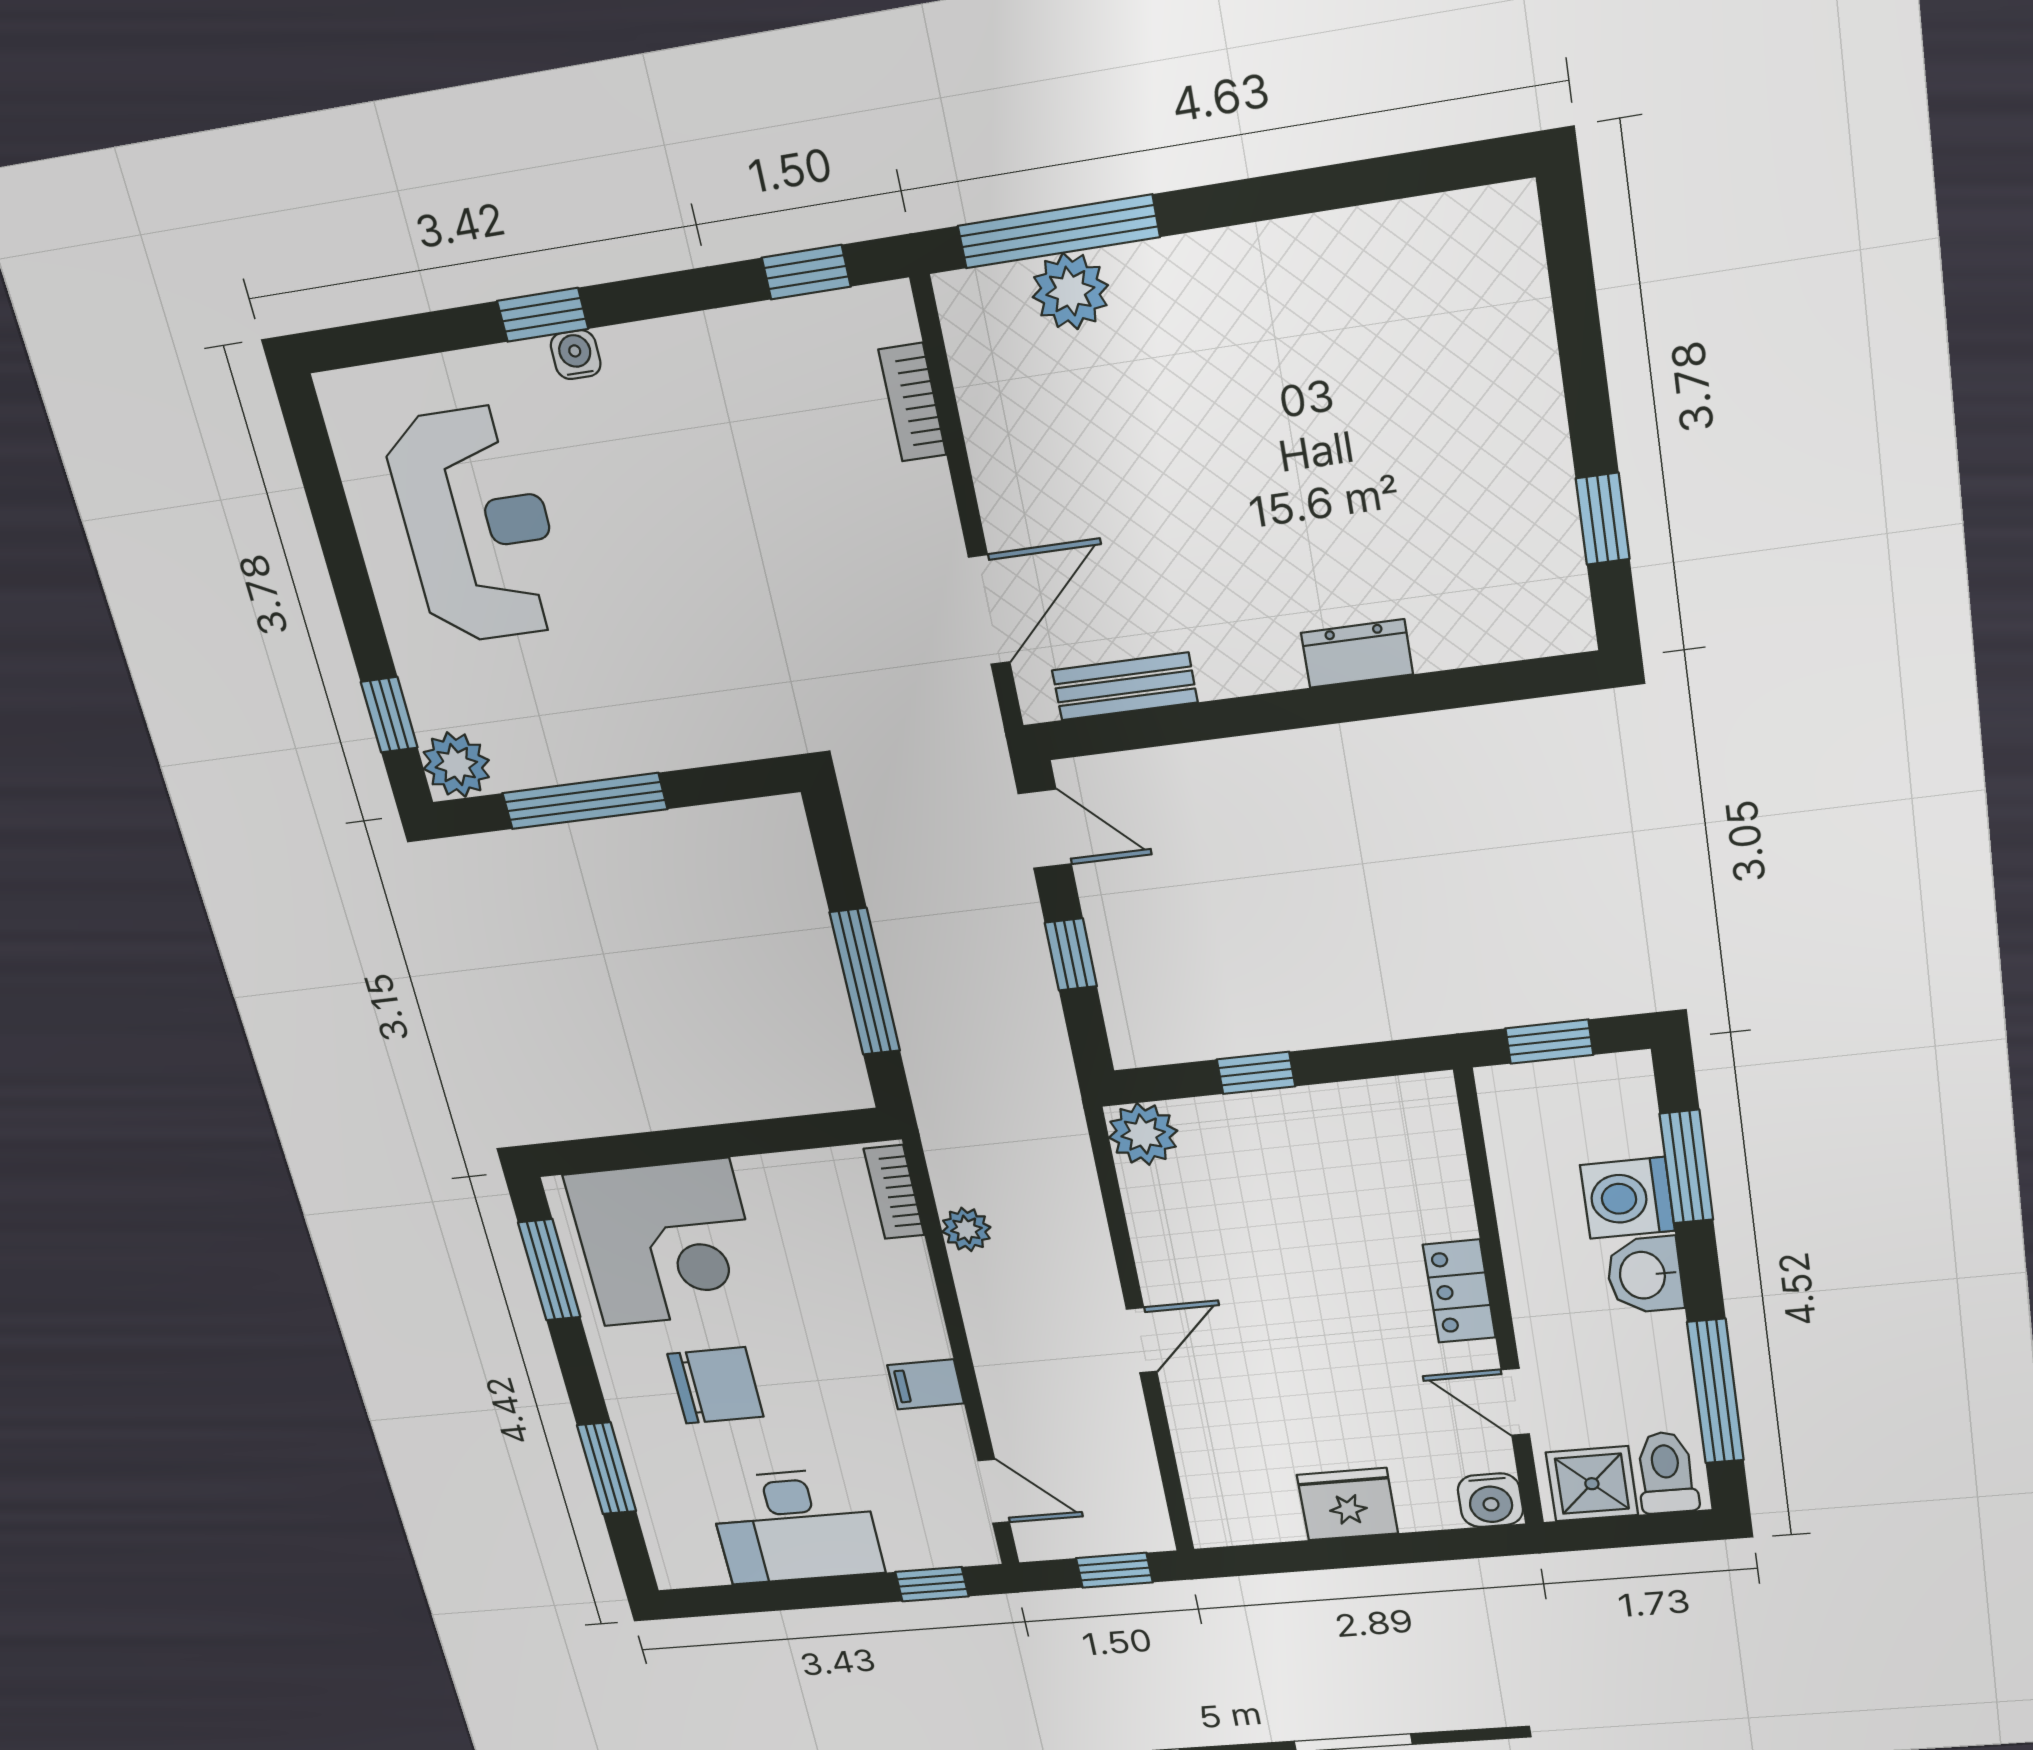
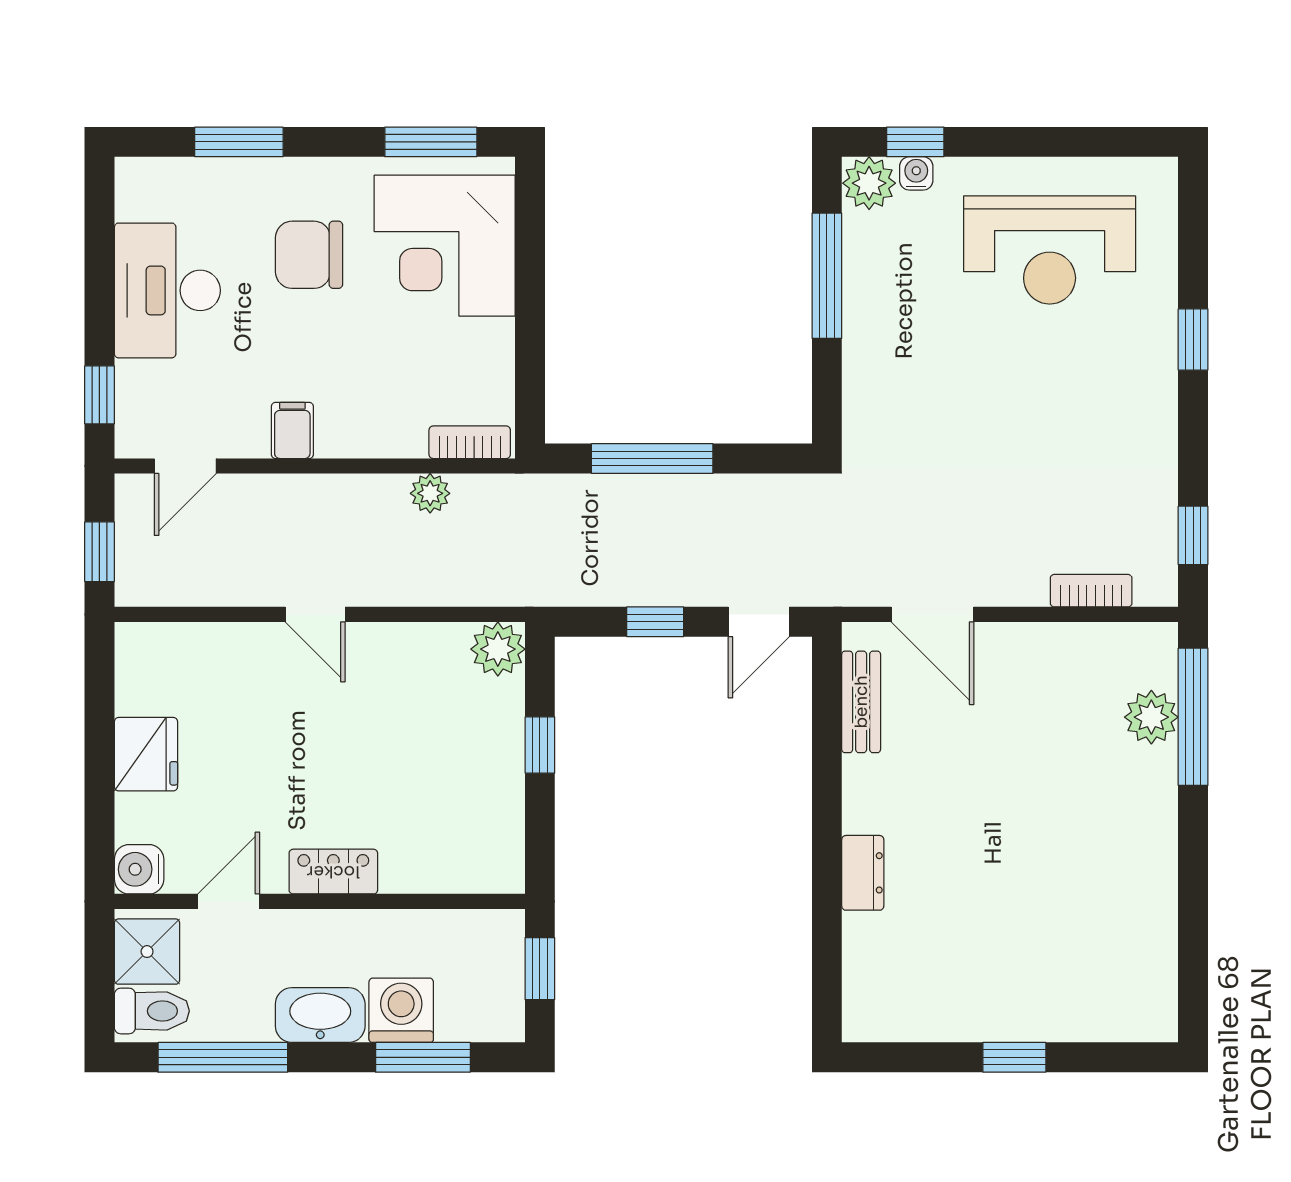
water cooler: (576, 355) -> (916, 173), moved, turned -90
window: (1603, 519) -> (1014, 1057), moved
washbasin: (1645, 1275) -> (320, 1015), width x1.38
chair: (716, 1385) -> (309, 255), turned 90

